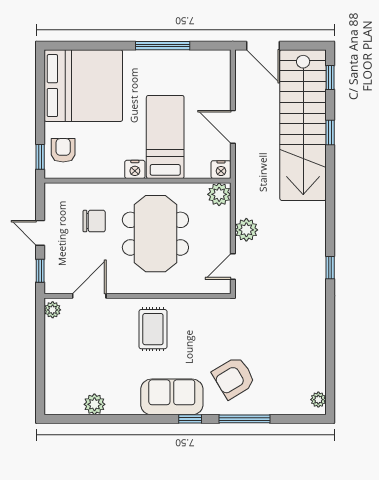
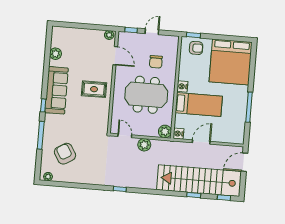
armchair: (234, 378) -> (65, 154), moved
sofa: (172, 397) -> (57, 90), width x1.36

